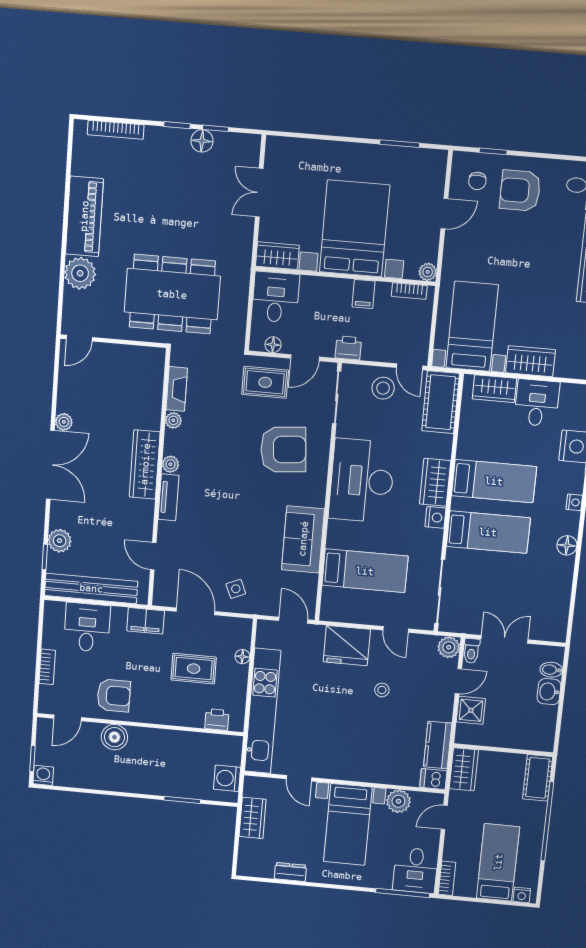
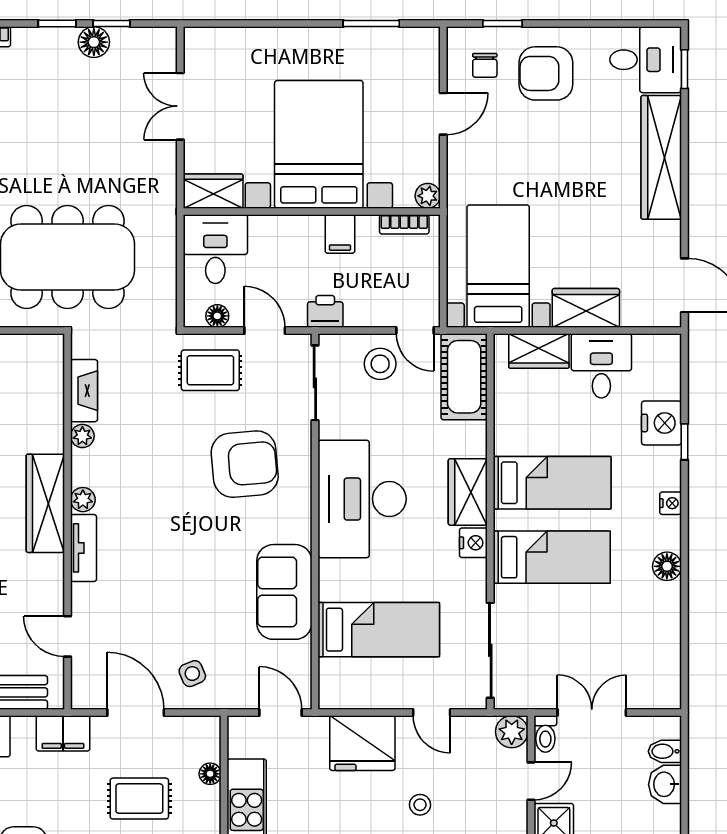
door: (305, 358) -> (265, 330), swing flipped

